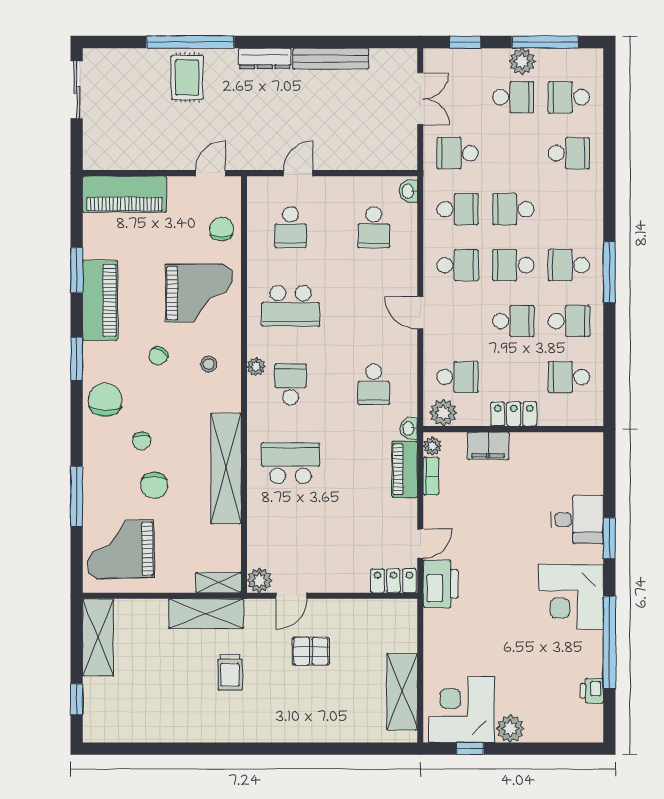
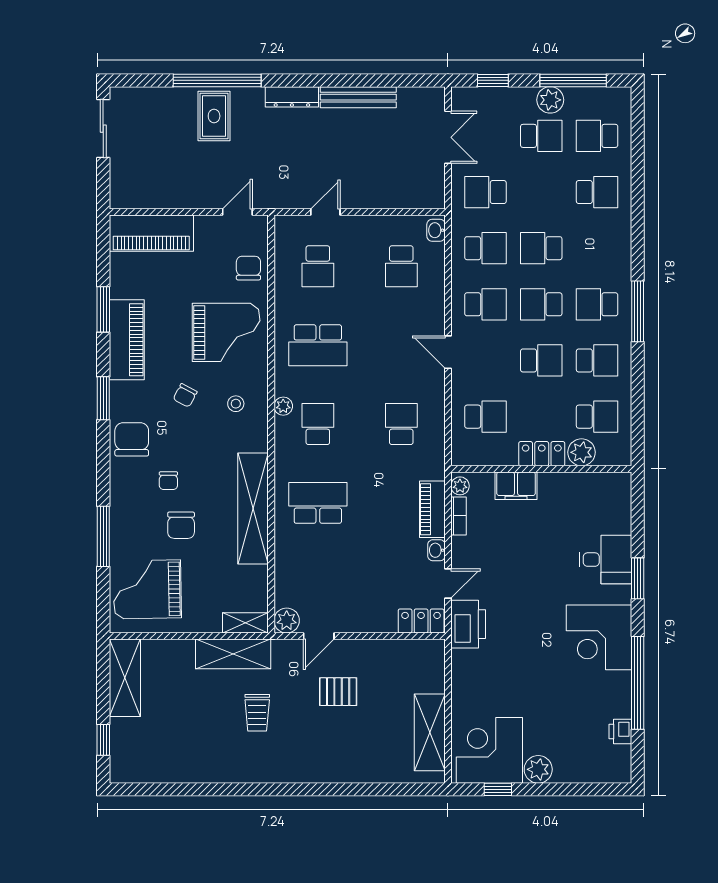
school desk: (569, 377) -> (597, 417), turned 180
school desk: (374, 384) -> (401, 424), turned 180
plant: (443, 413) -> (582, 452), moved
washbasin: (409, 428) -> (436, 550), moved

